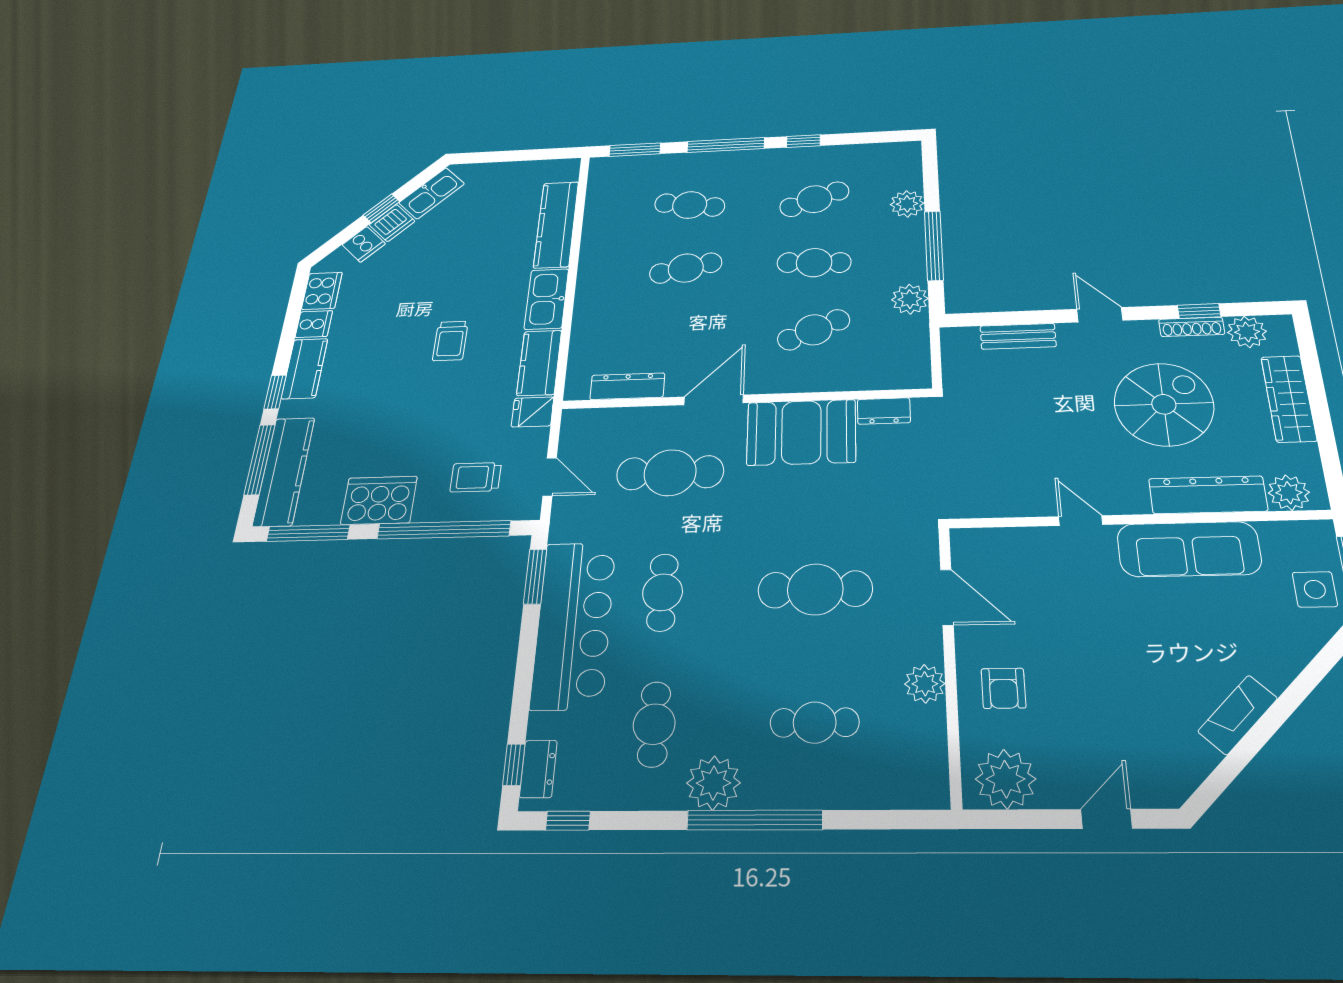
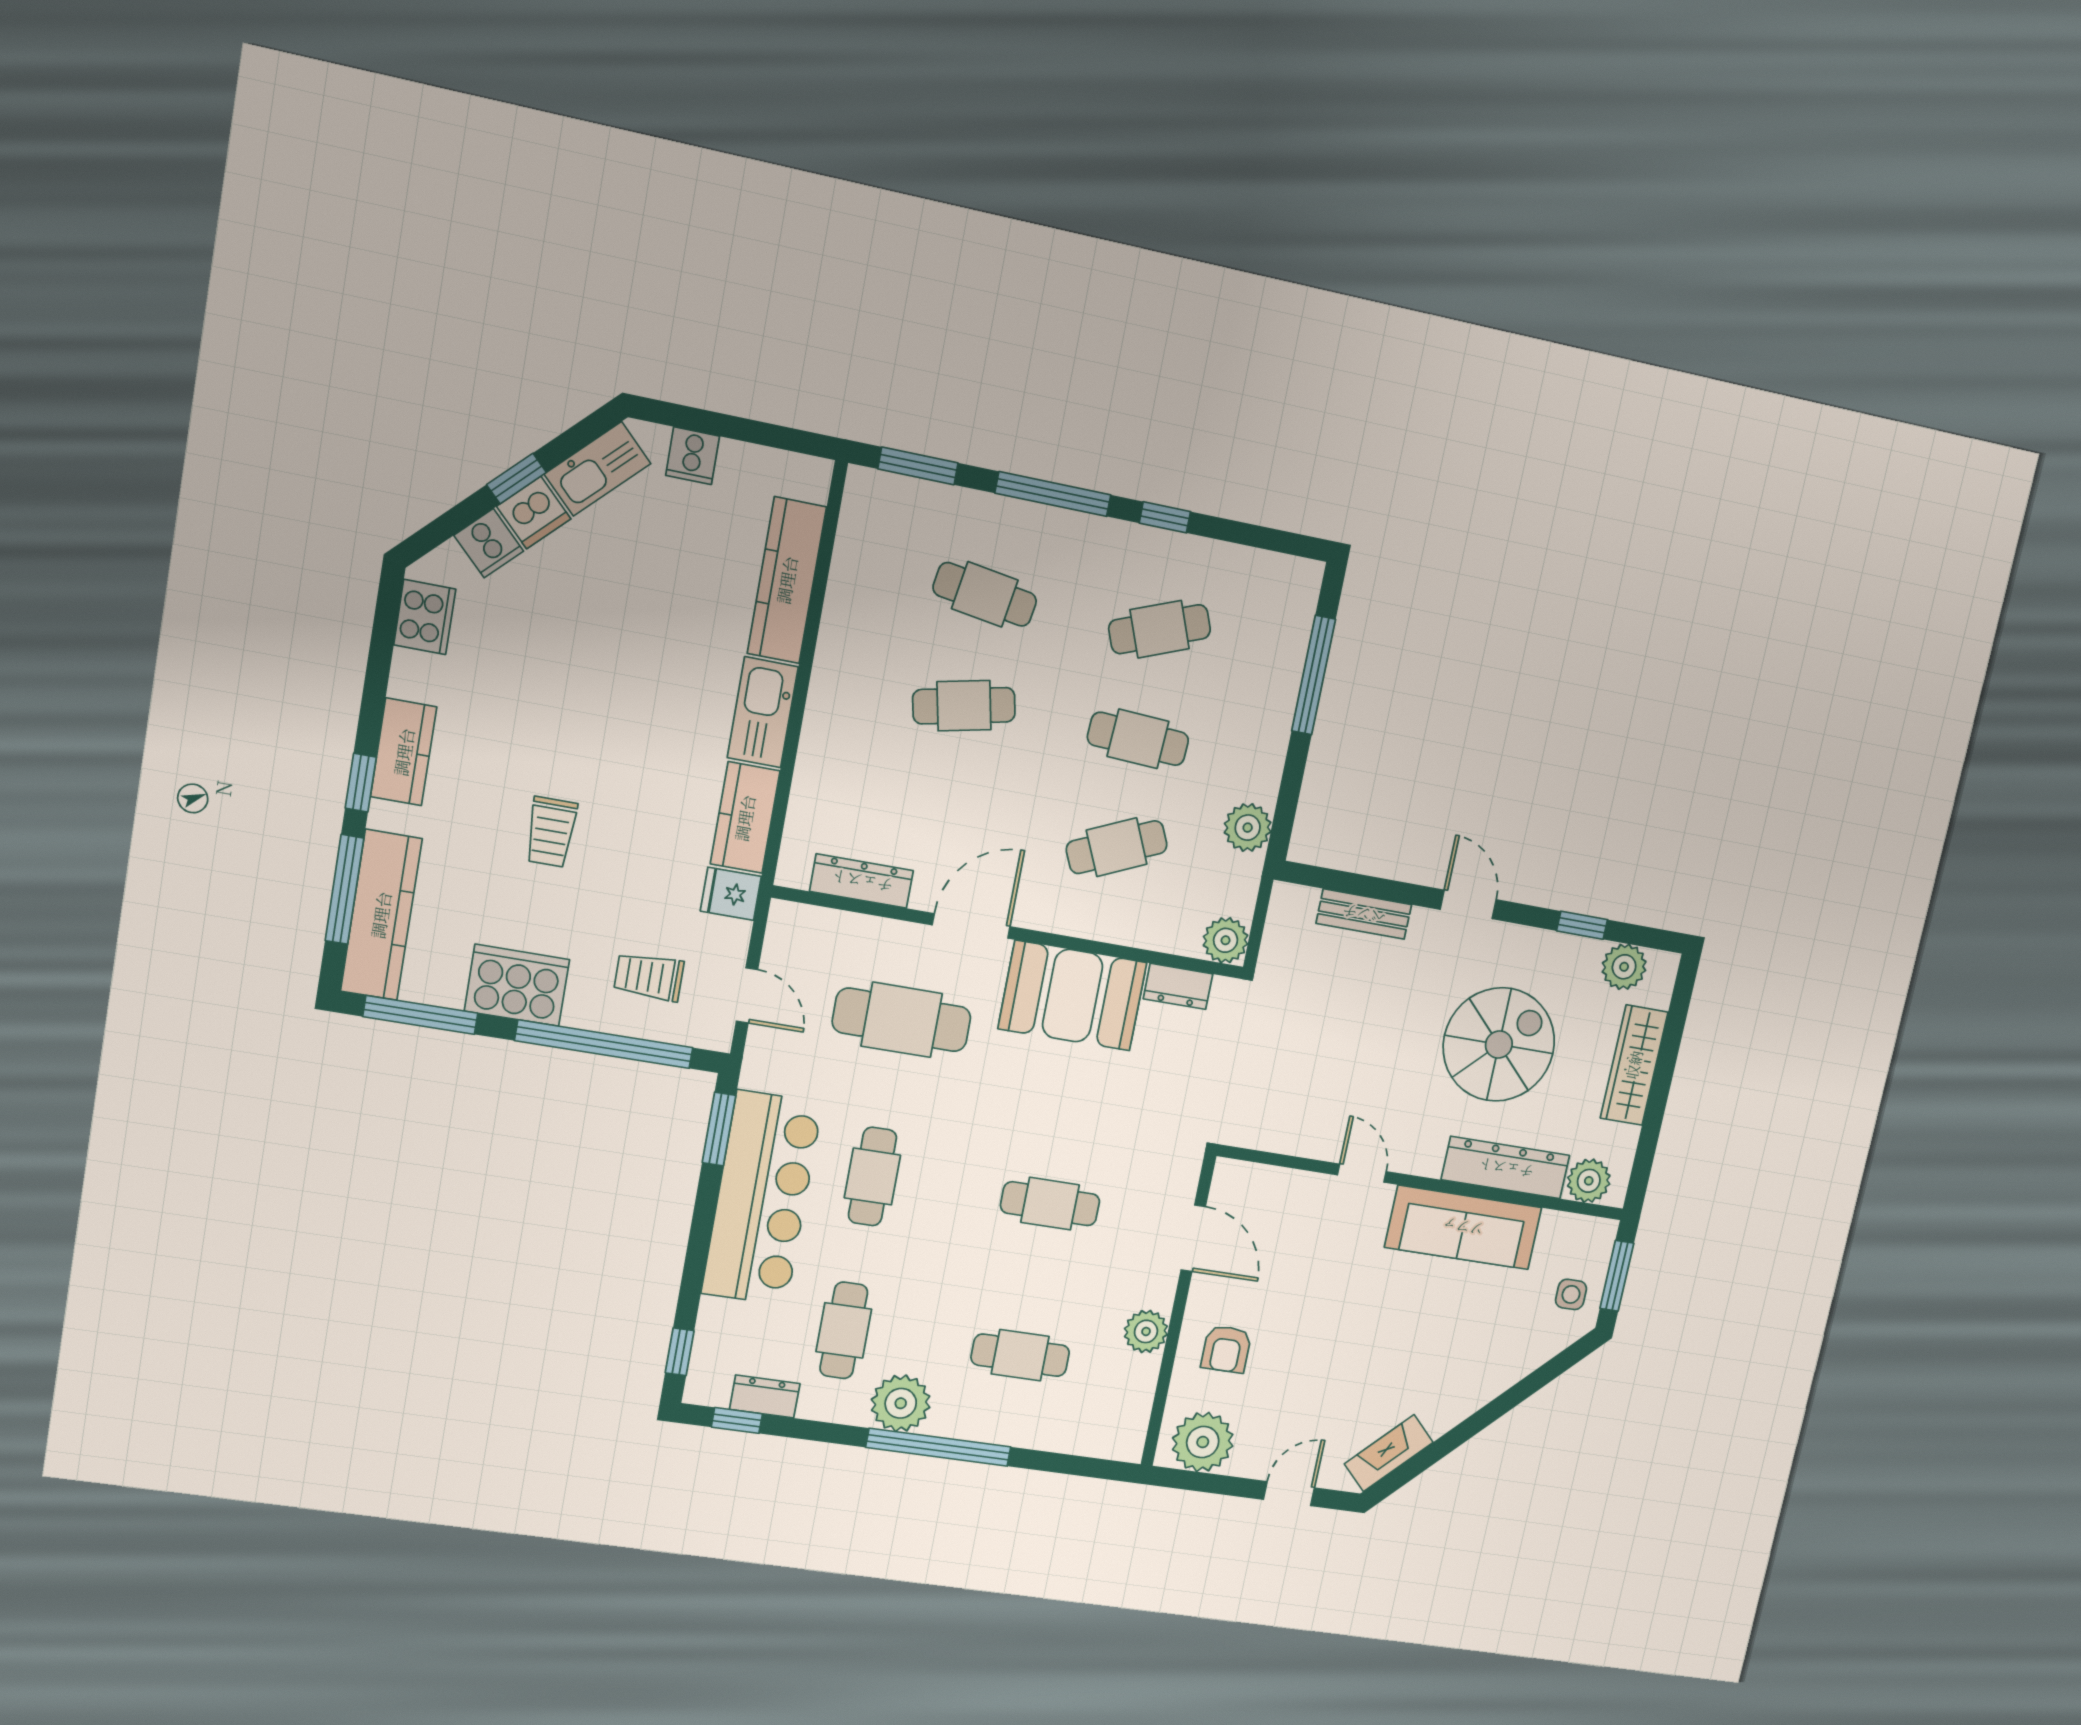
plant: (907, 204) -> (1226, 940), moved
window: (934, 246) -> (1314, 675), moved
cooker: (314, 324) -> (693, 456), moved, turned 90
shoe rack: (1192, 327) -> (1566, 946), removed
trolley: (450, 341) -> (551, 832), moved
cafe table: (815, 589) -> (1050, 1204), width x0.73, depth x0.74
side table: (1315, 589) -> (1571, 1294), width x0.73, depth x0.73
fireplace: (1238, 715) -> (1389, 1453), moved
dresser: (538, 769) -> (765, 1396), moved, turned -90

